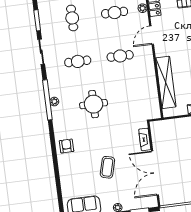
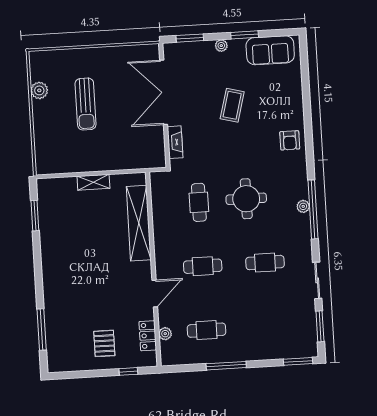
cafe table: (72, 18) -> (199, 202), moved
double door: (155, 173) -> (164, 92), swing flipped

